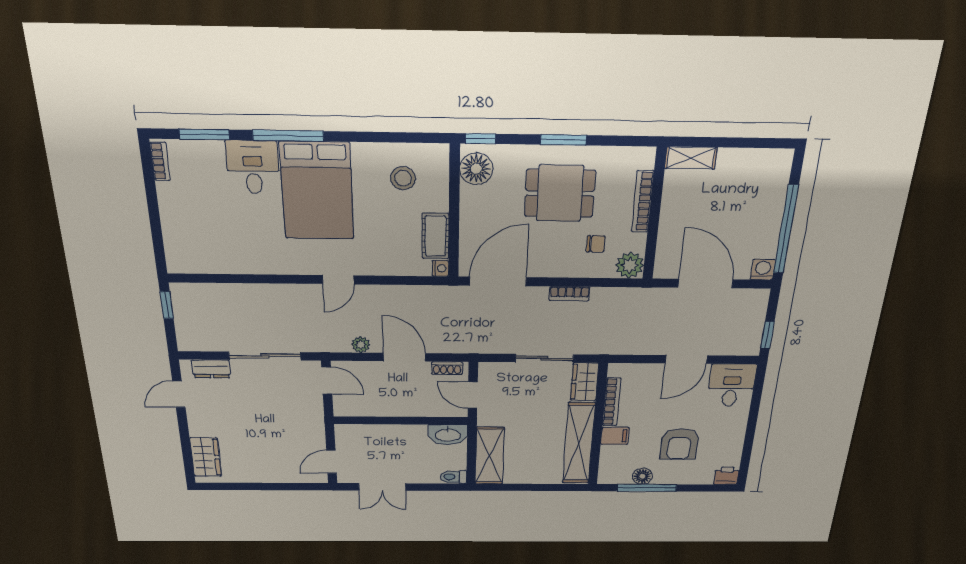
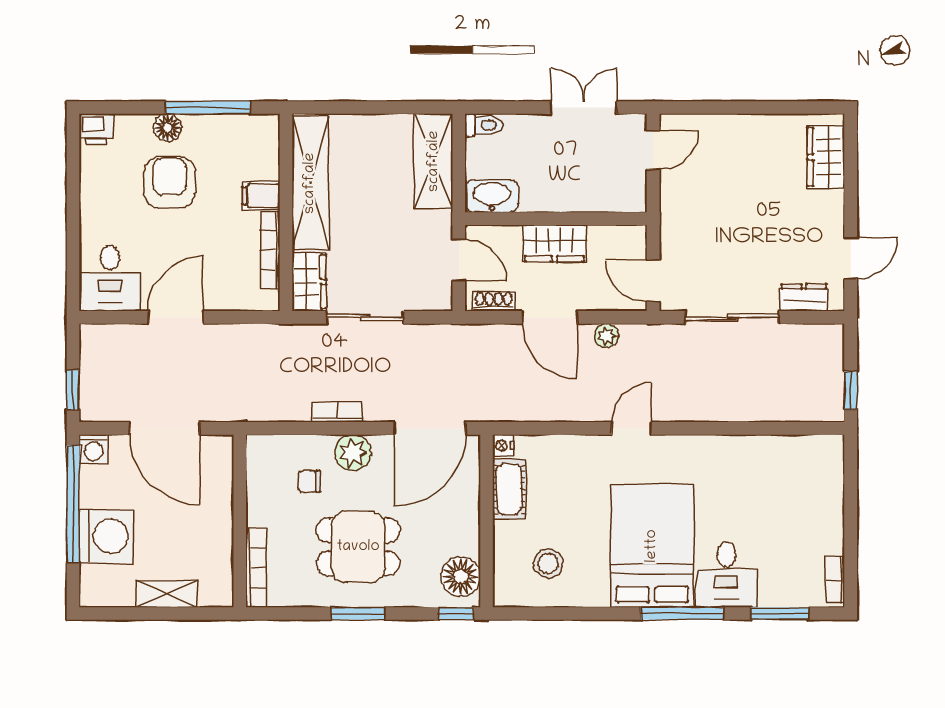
shelving: (691, 158) -> (167, 594), moved
bookcase: (643, 202) -> (256, 568), moved
washing machine: (763, 204) -> (106, 536), added
plant: (630, 265) -> (353, 453), moved
window: (767, 335) -> (73, 390), moved
wardrobe: (402, 405) -> (554, 243), added
floor lamp: (642, 476) -> (168, 128), moved

